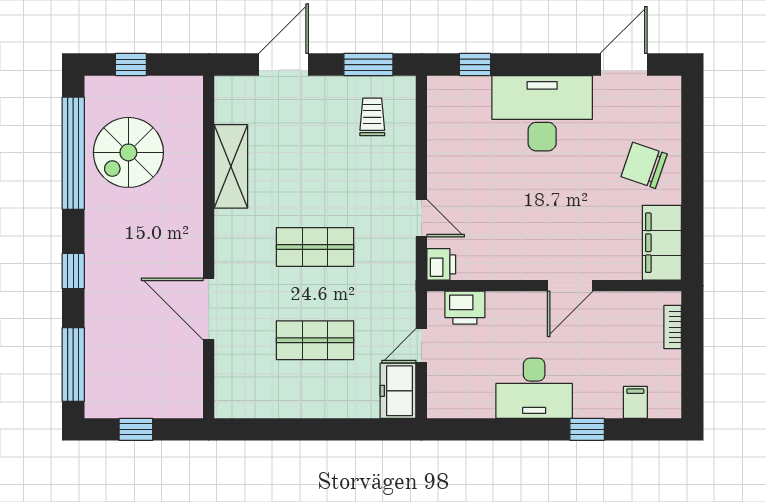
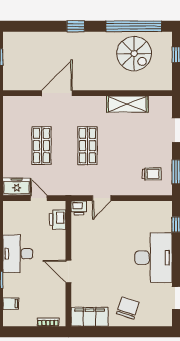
spiral stairs: (128, 152) -> (134, 54), turned 180
window: (73, 364) -> (30, 26), removed

